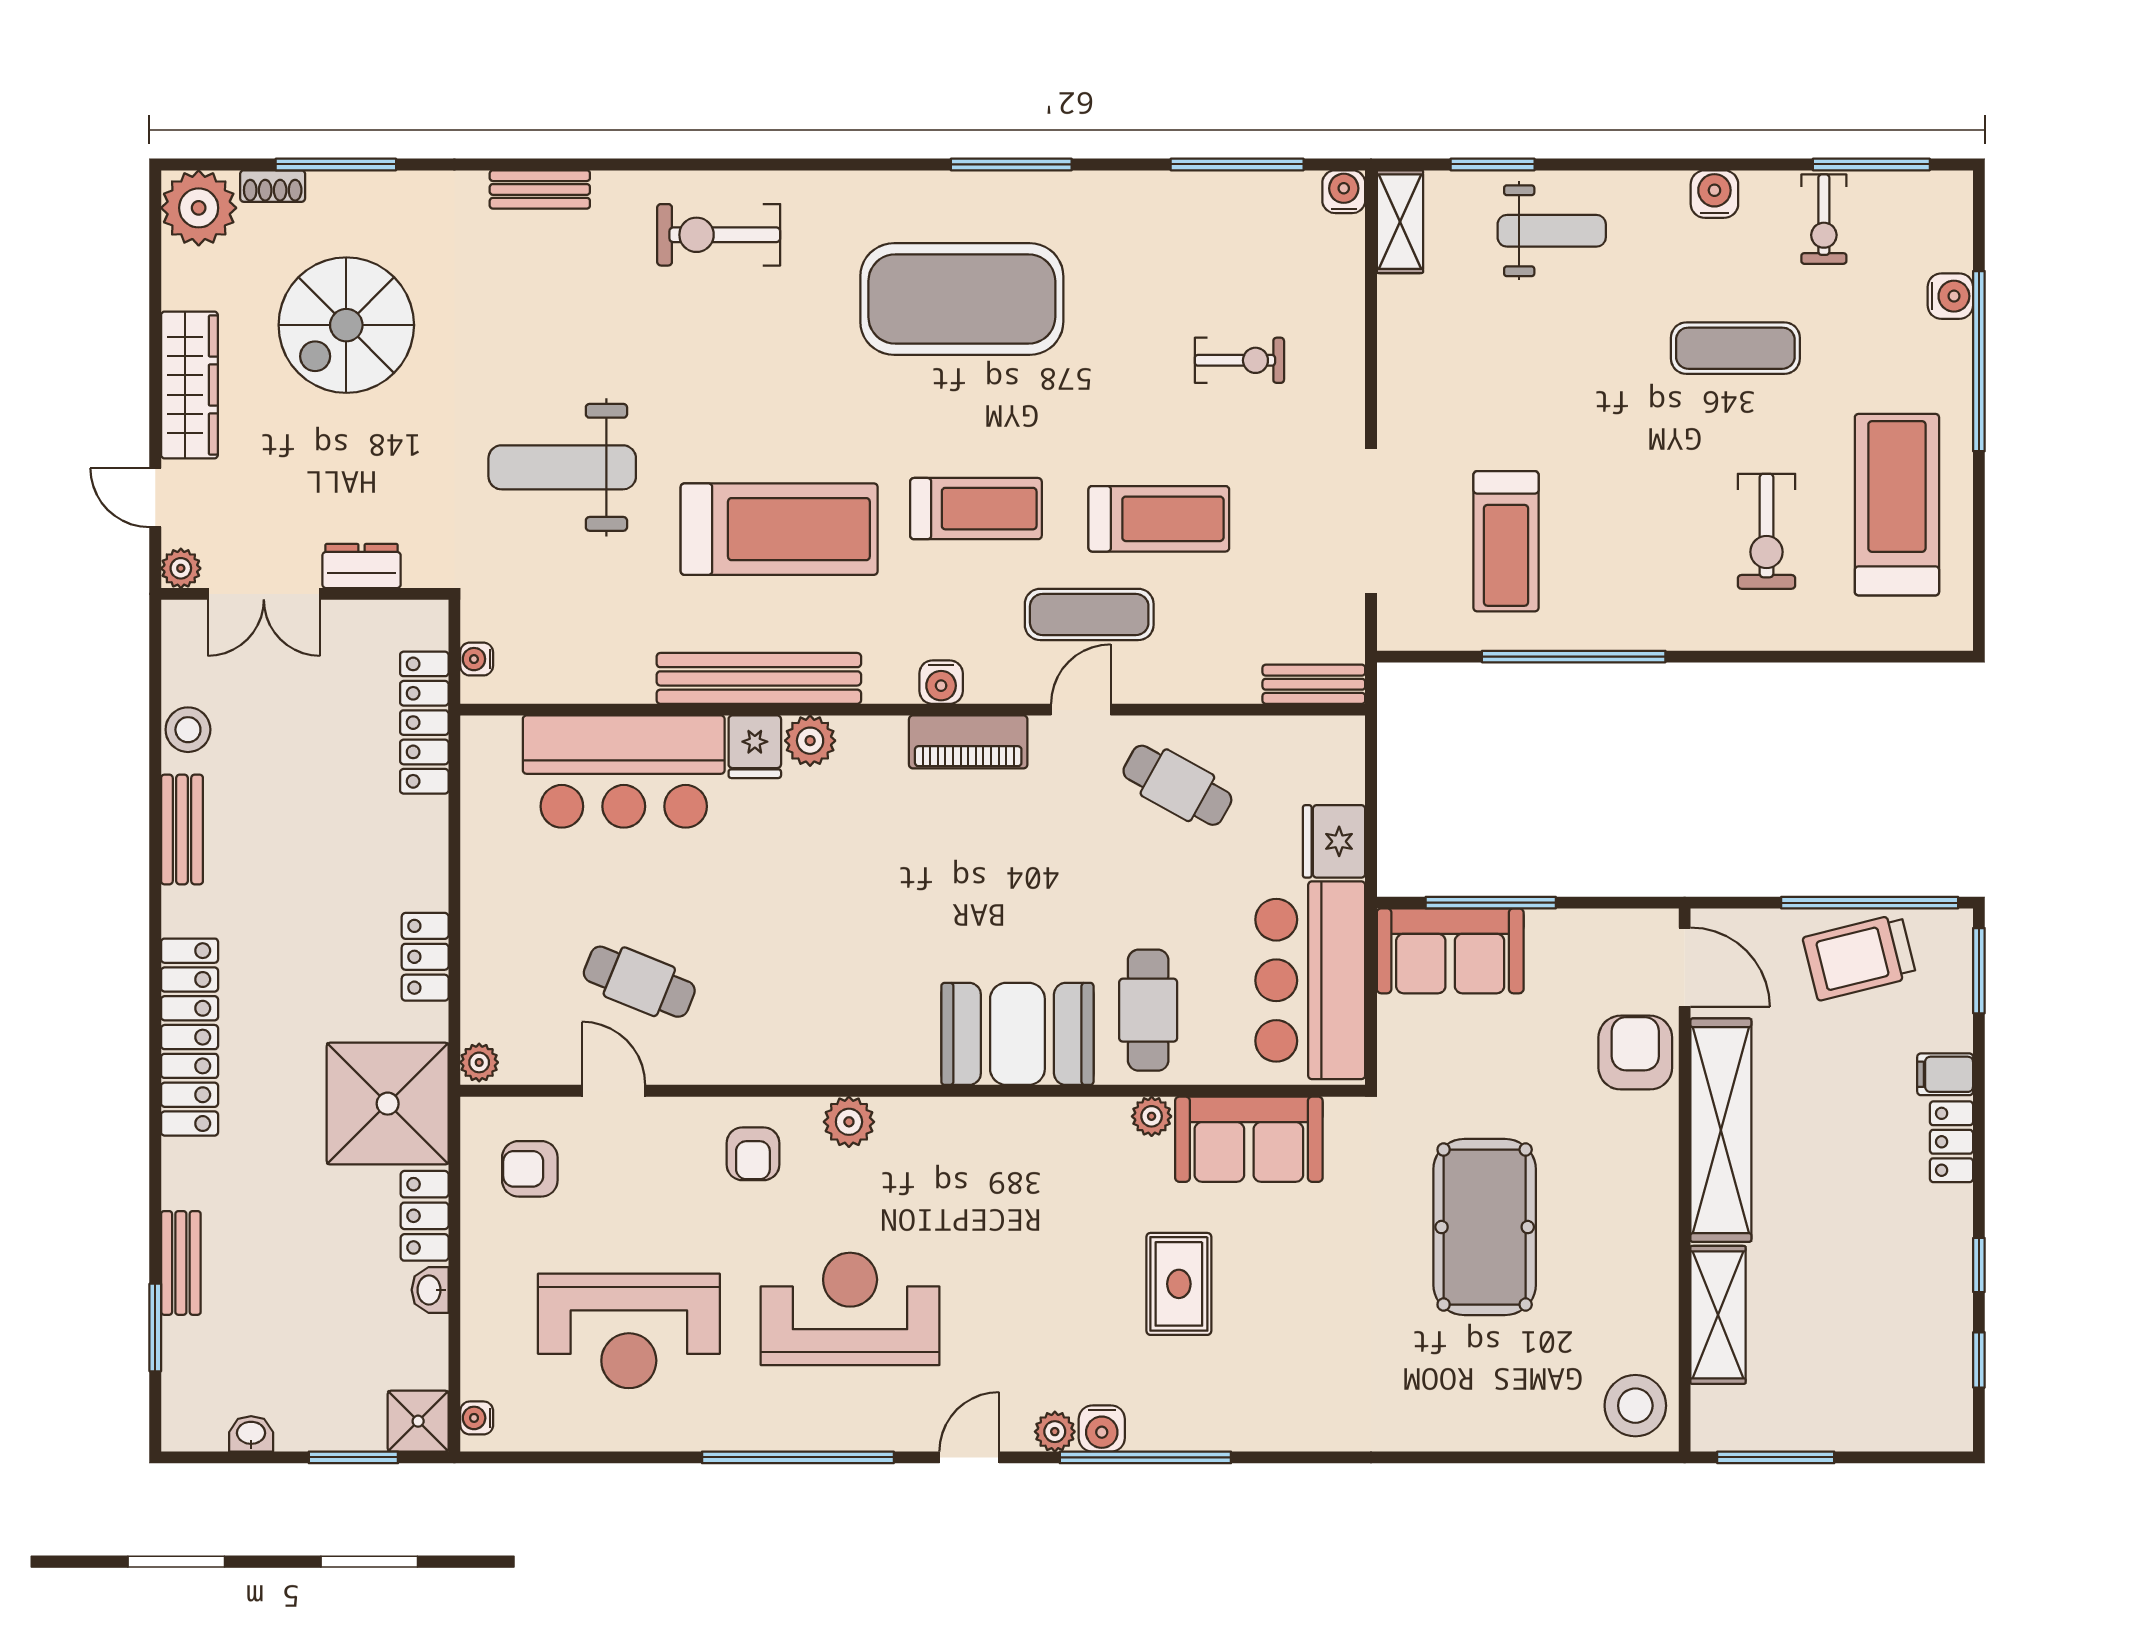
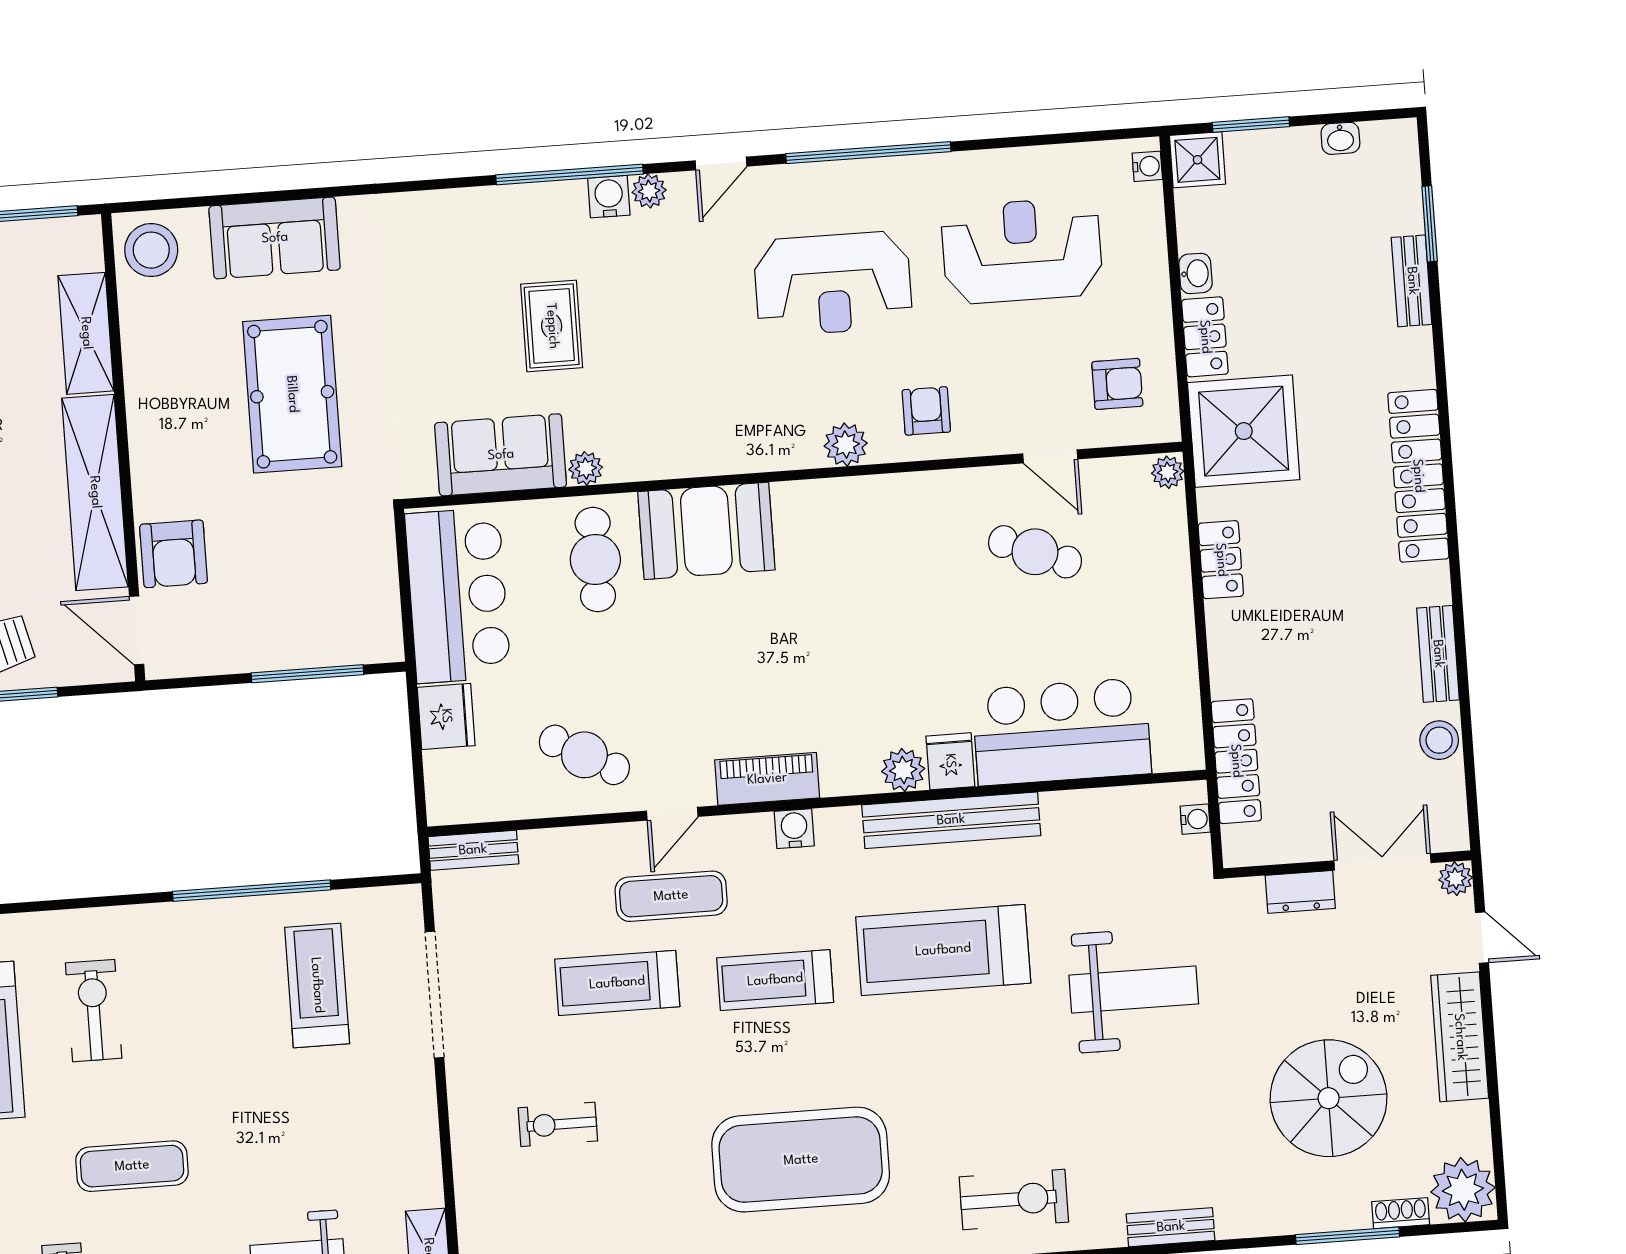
sofa: (1450, 951) -> (275, 238), moved, turned 180

